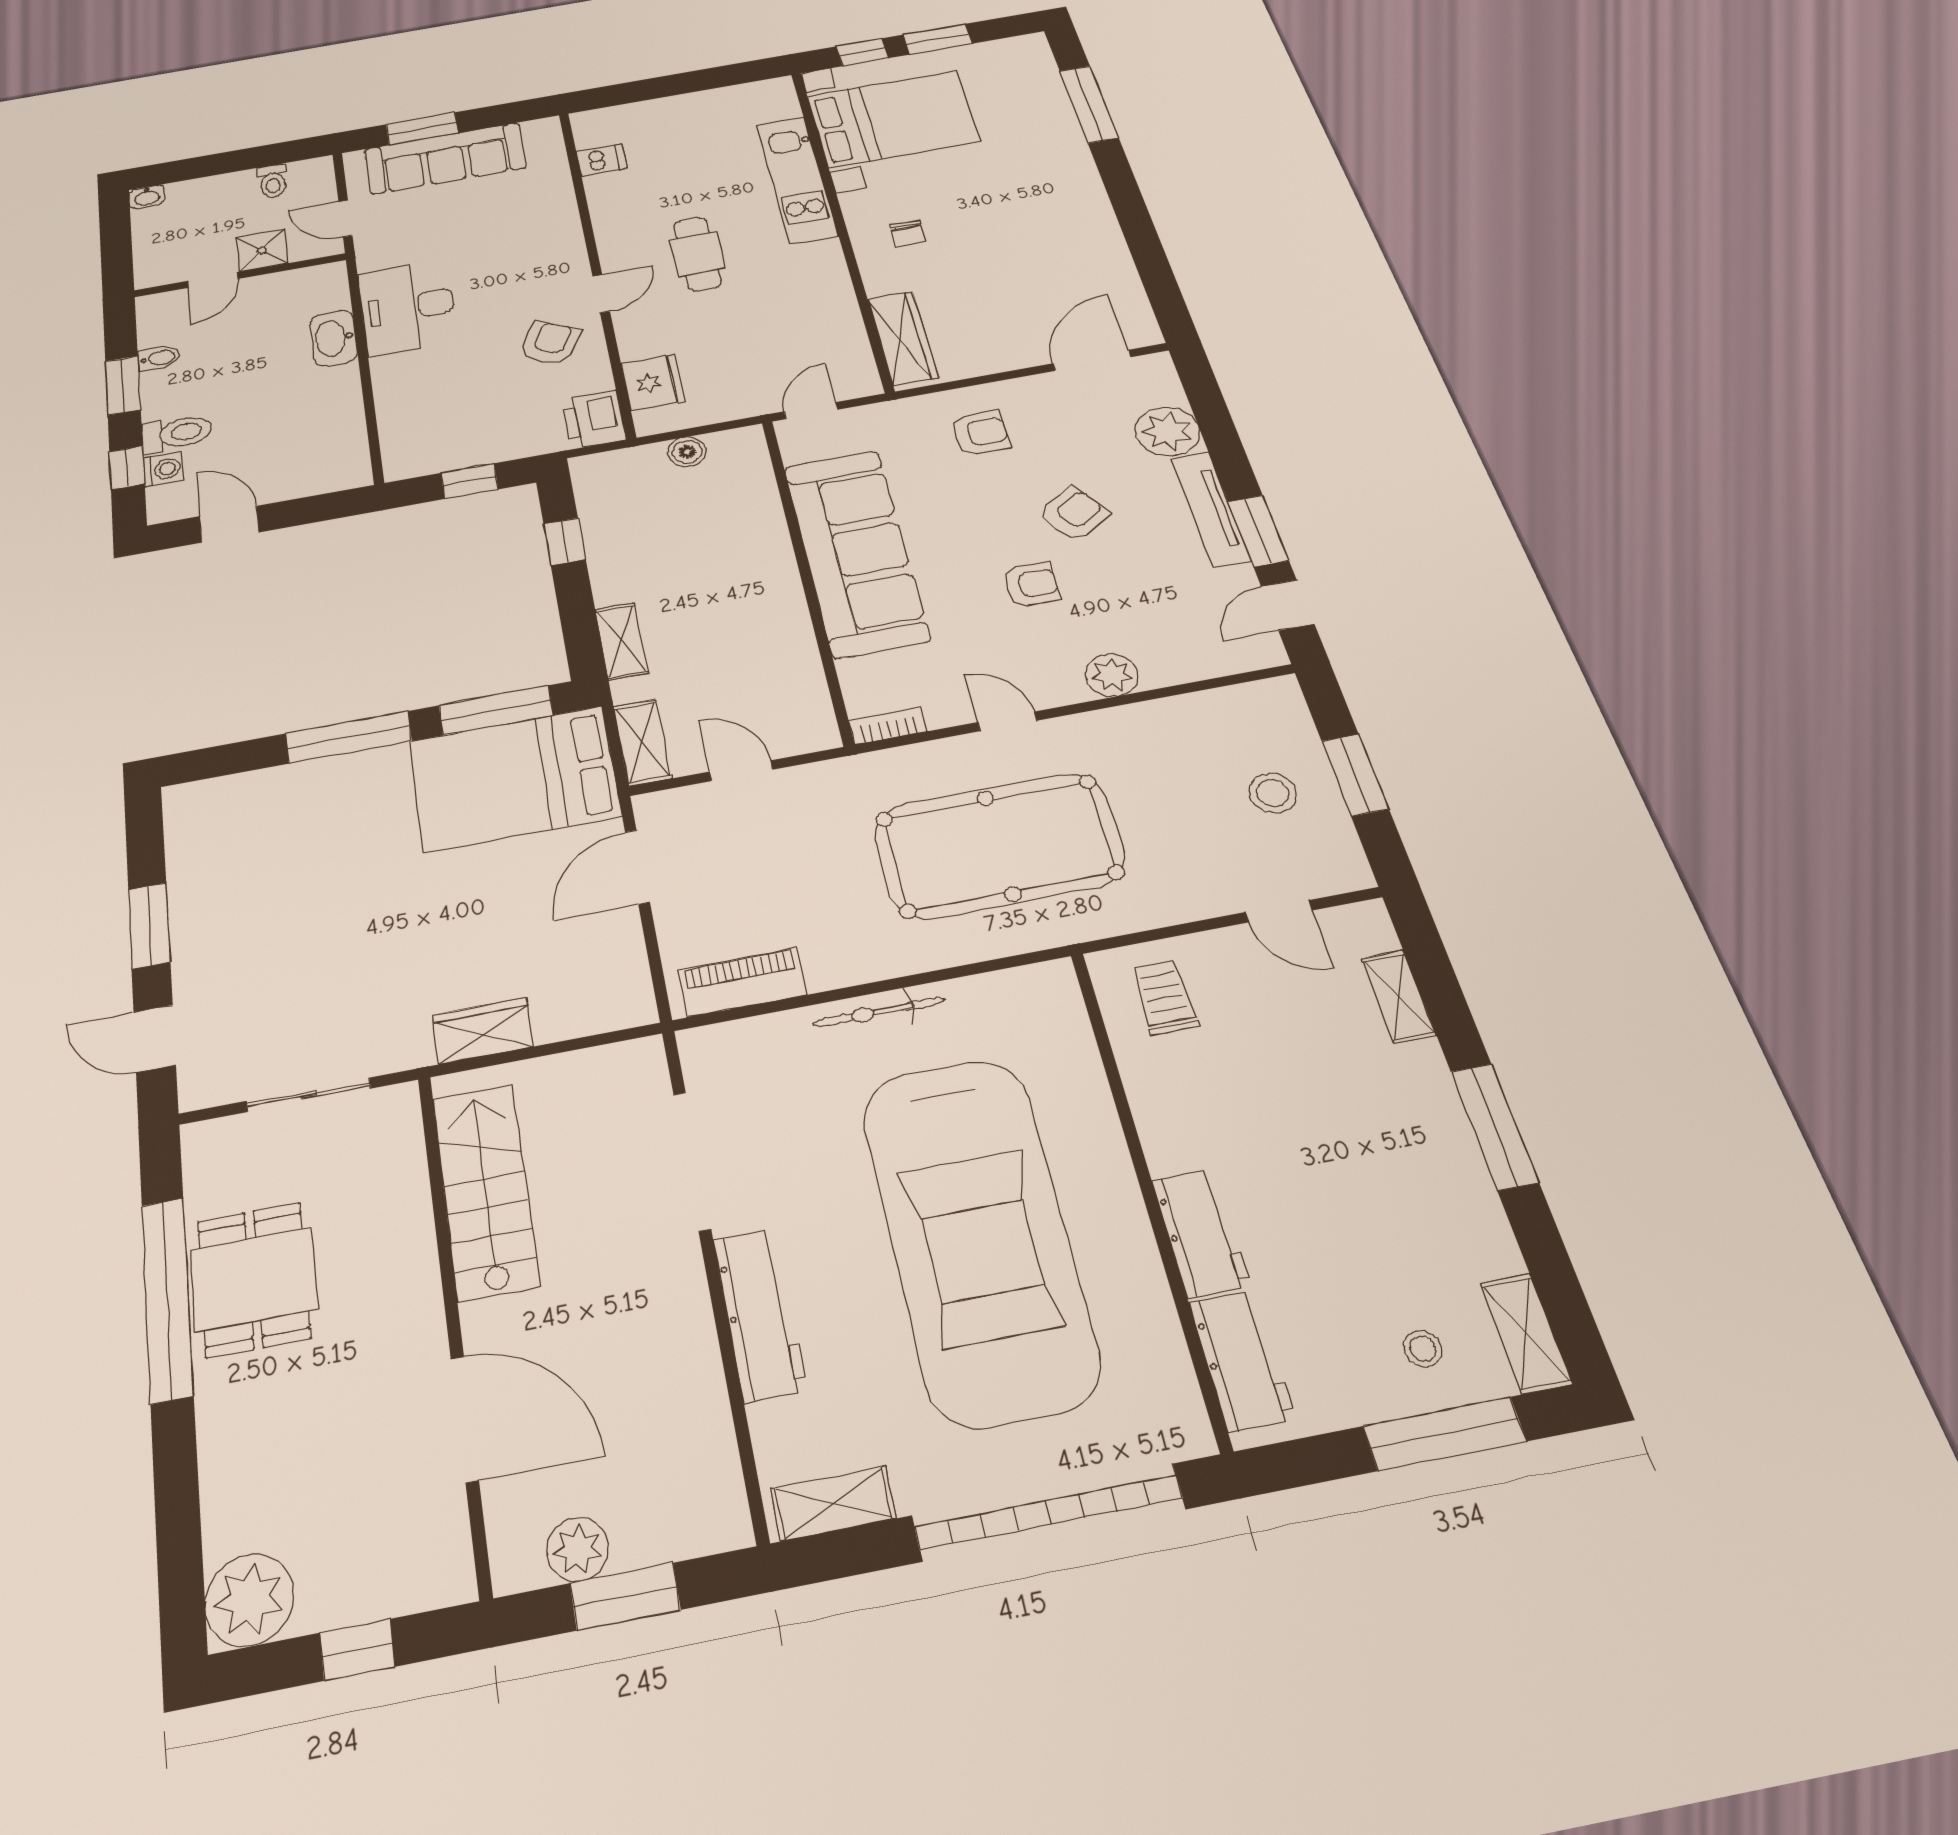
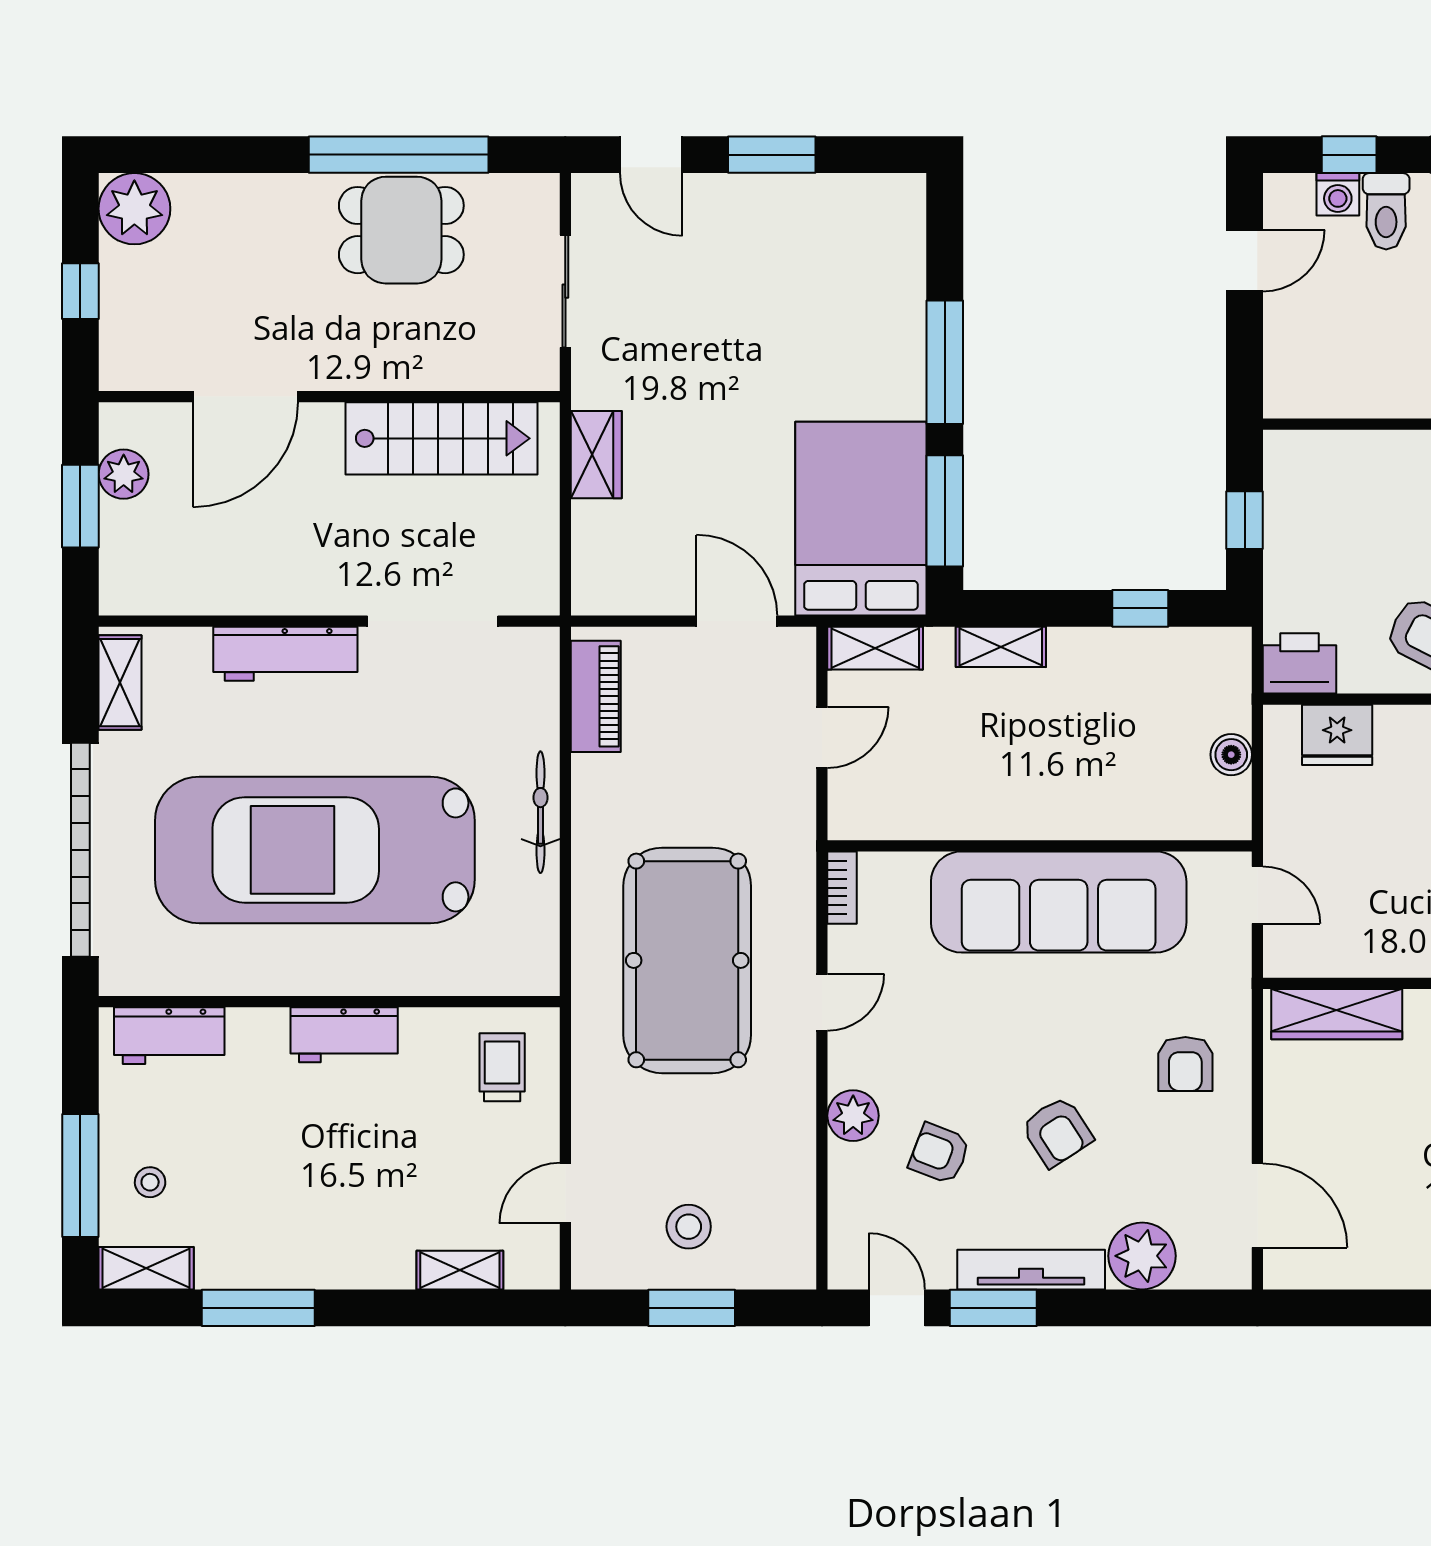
armchair: (1031, 584) -> (939, 1153), moved, turned 111
trolley: (1165, 997) -> (502, 1067), turned -90
door: (155, 1039) -> (651, 155), swing flipped
window: (1494, 1127) -> (258, 1308), moved
workbench: (1201, 1233) -> (344, 1035), moved

